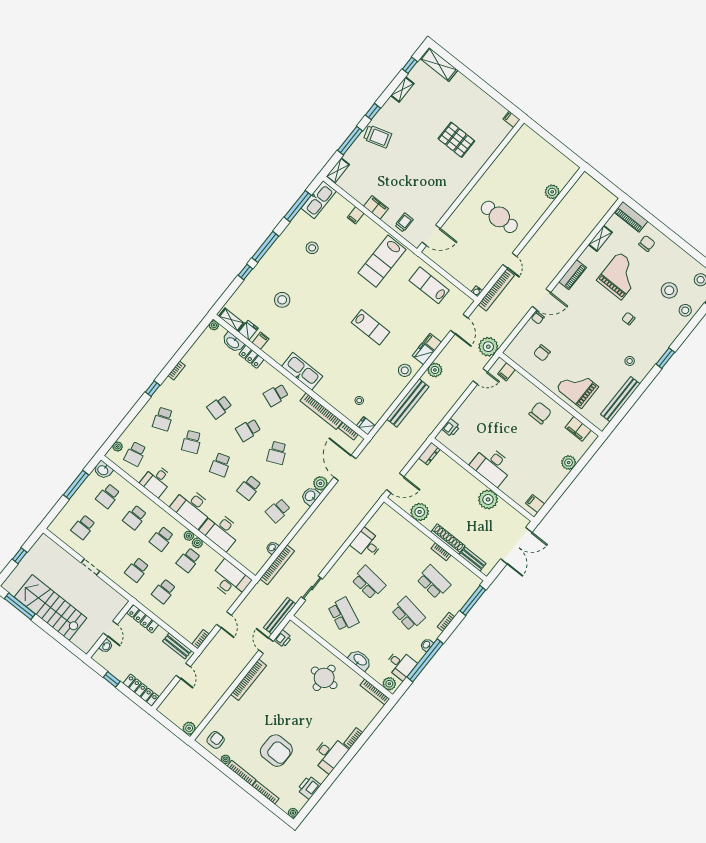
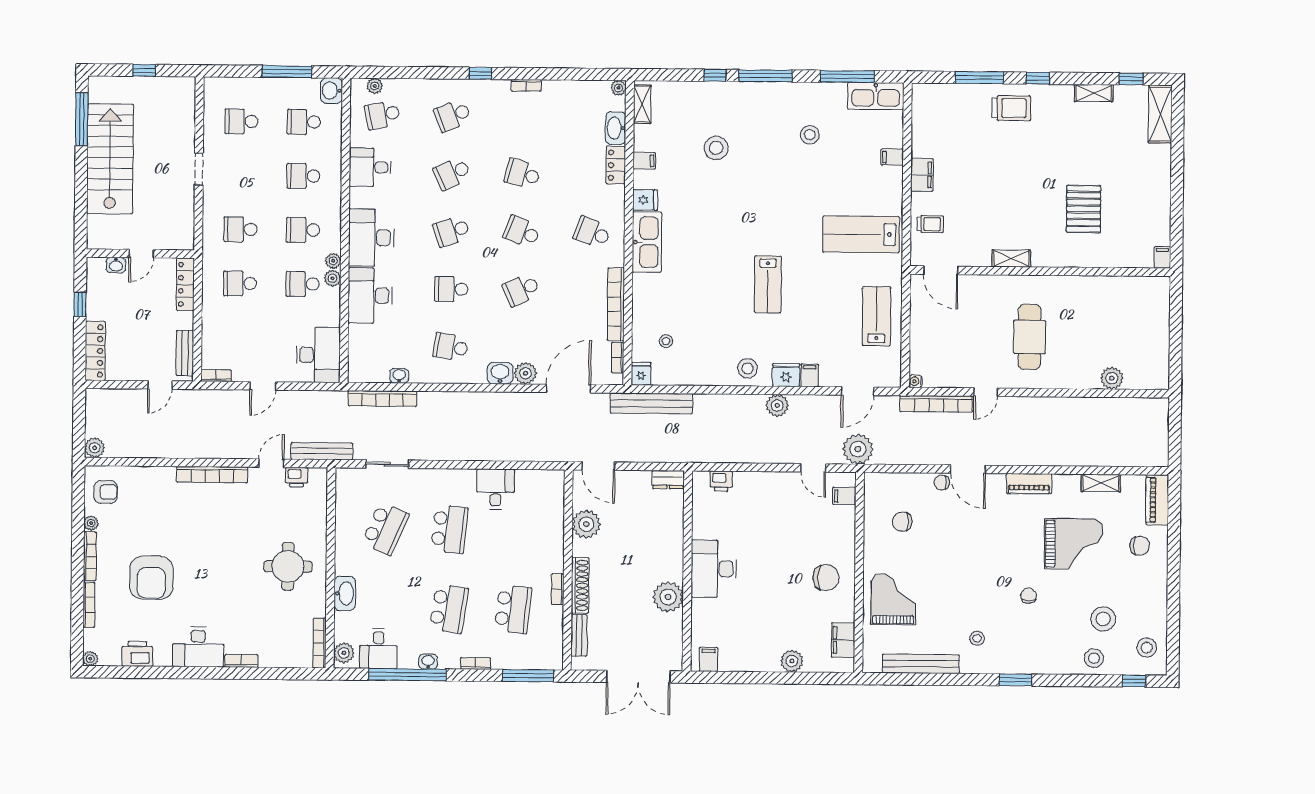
trolley: (378, 137) -> (1011, 108), turned -73
shelving: (338, 170) -> (1011, 258), moved
fridge: (248, 330) -> (645, 200), moved
bench: (408, 403) -> (651, 403), moved

